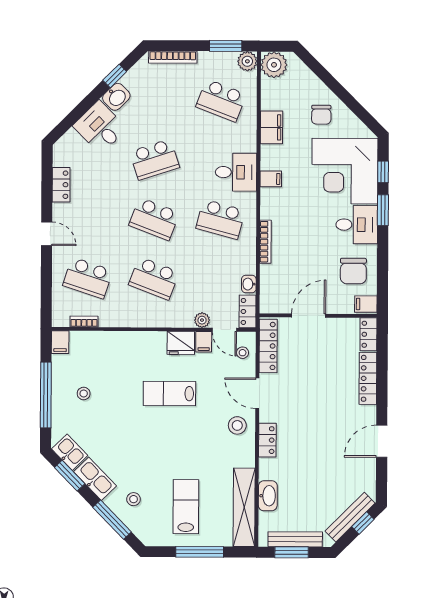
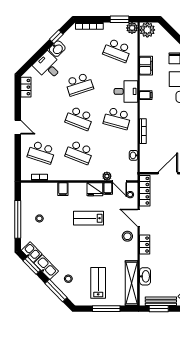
locker: (61, 185) -> (26, 87), moved
locker: (248, 311) -> (133, 171), removed
filing cabinet: (60, 342) -> (63, 189), moved

